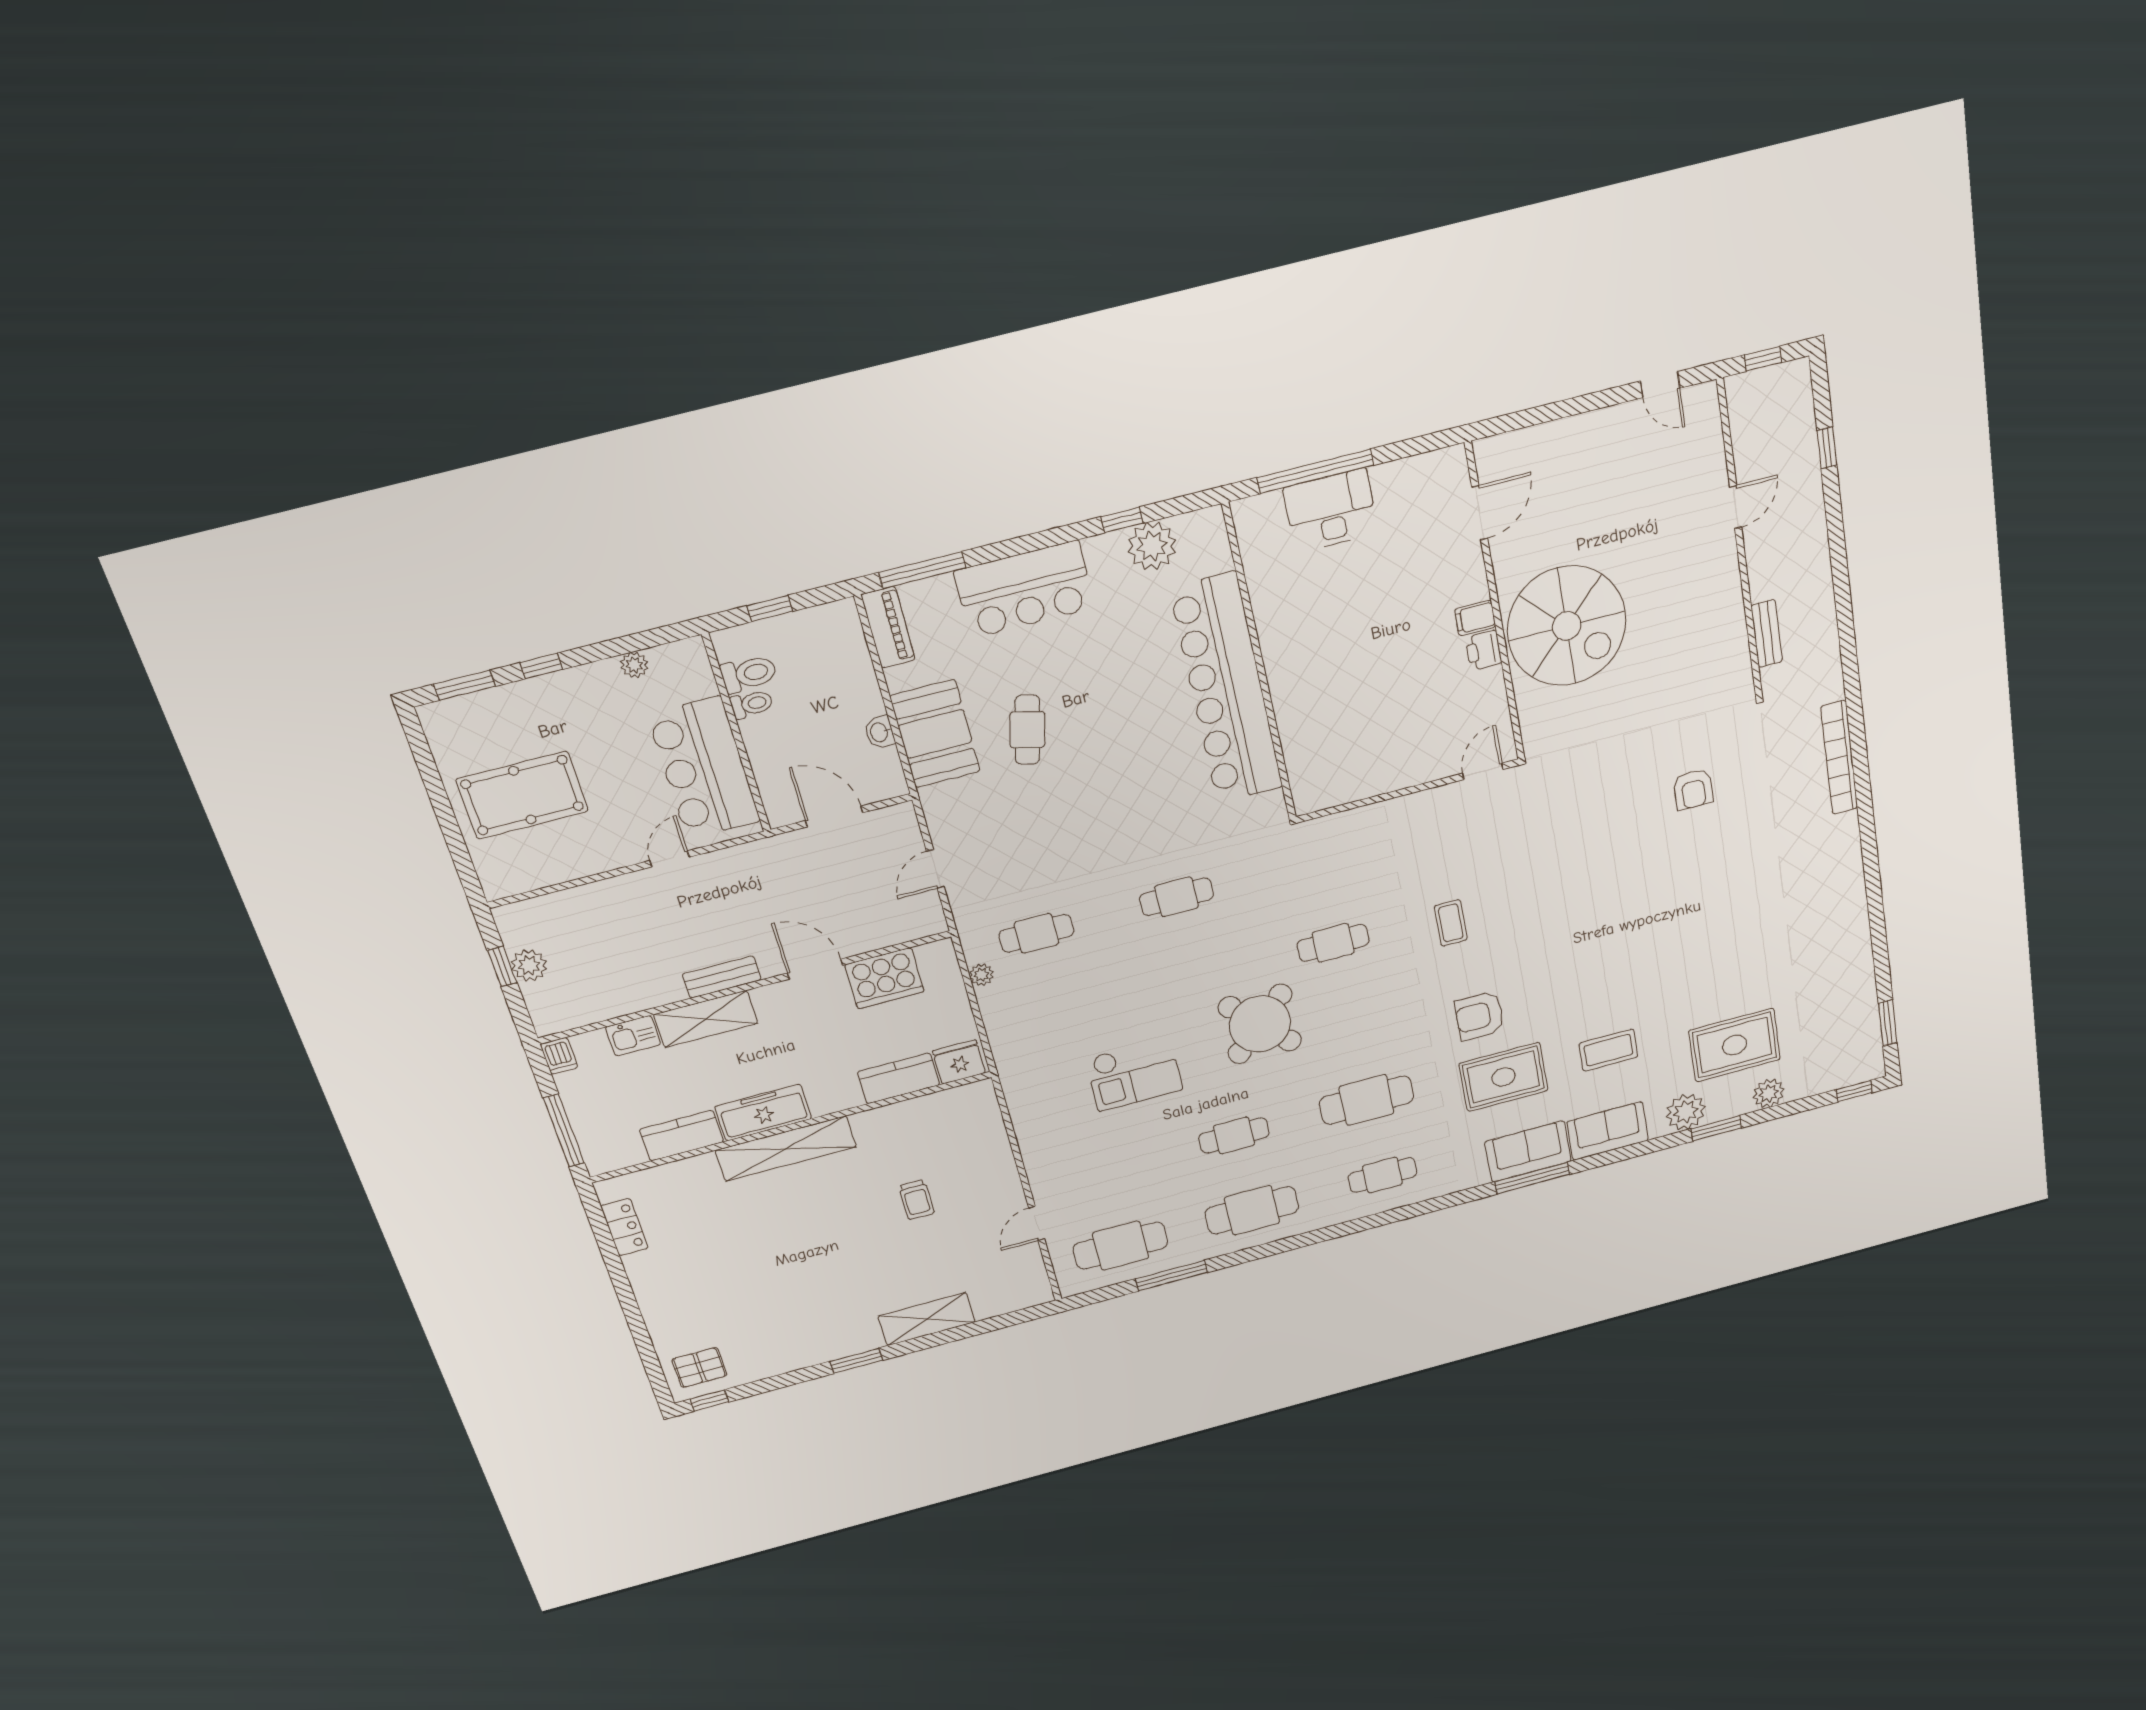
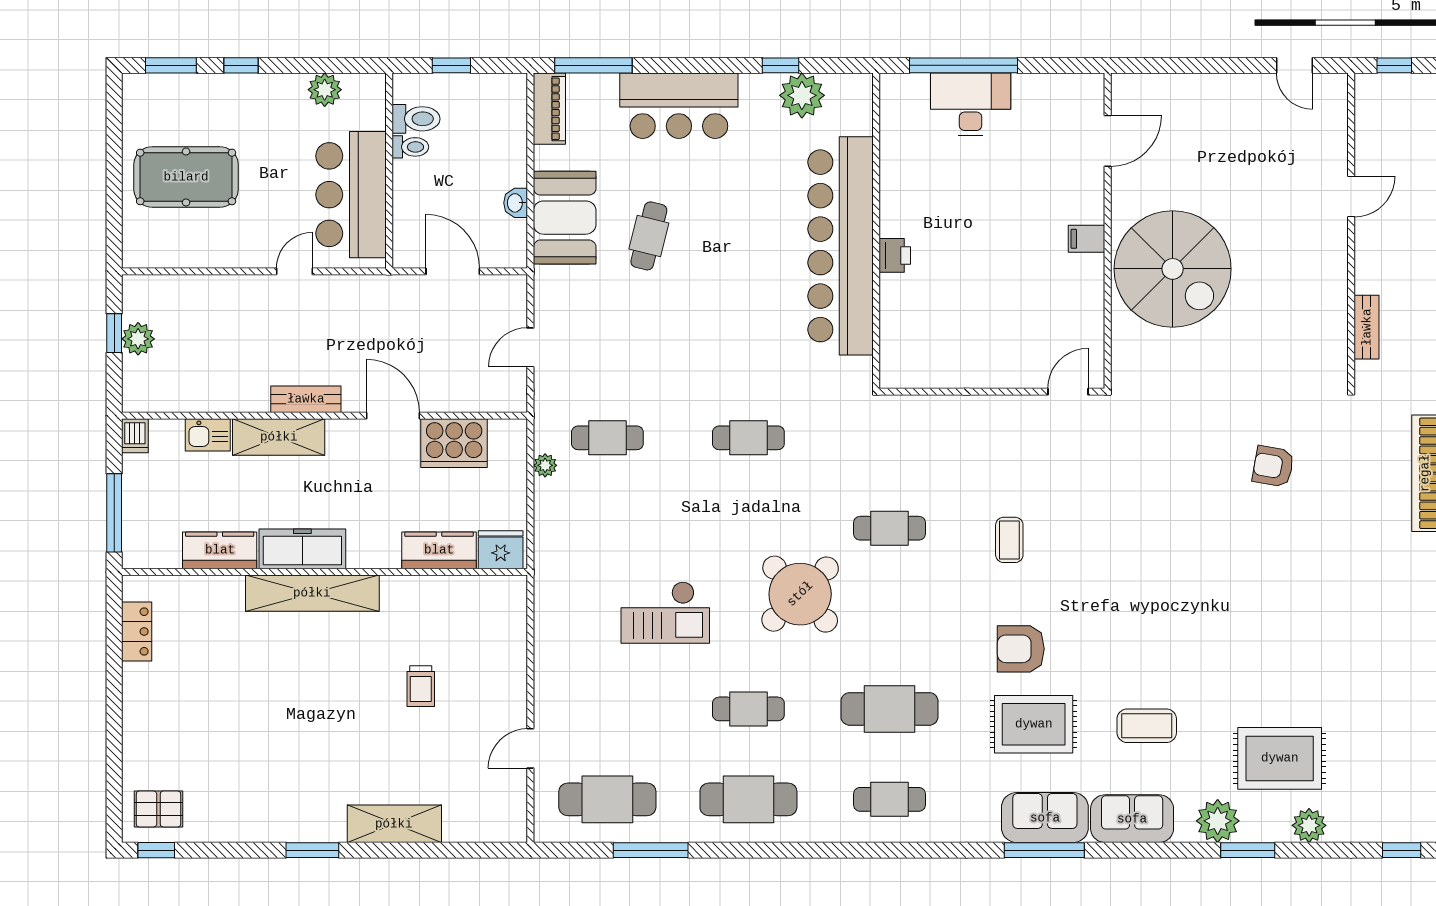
printer: (1484, 650) -> (895, 255), moved, turned 180
plant: (634, 665) -> (325, 90), width x1.38, depth x1.38
armchair: (1693, 789) -> (1273, 466), turned 100

